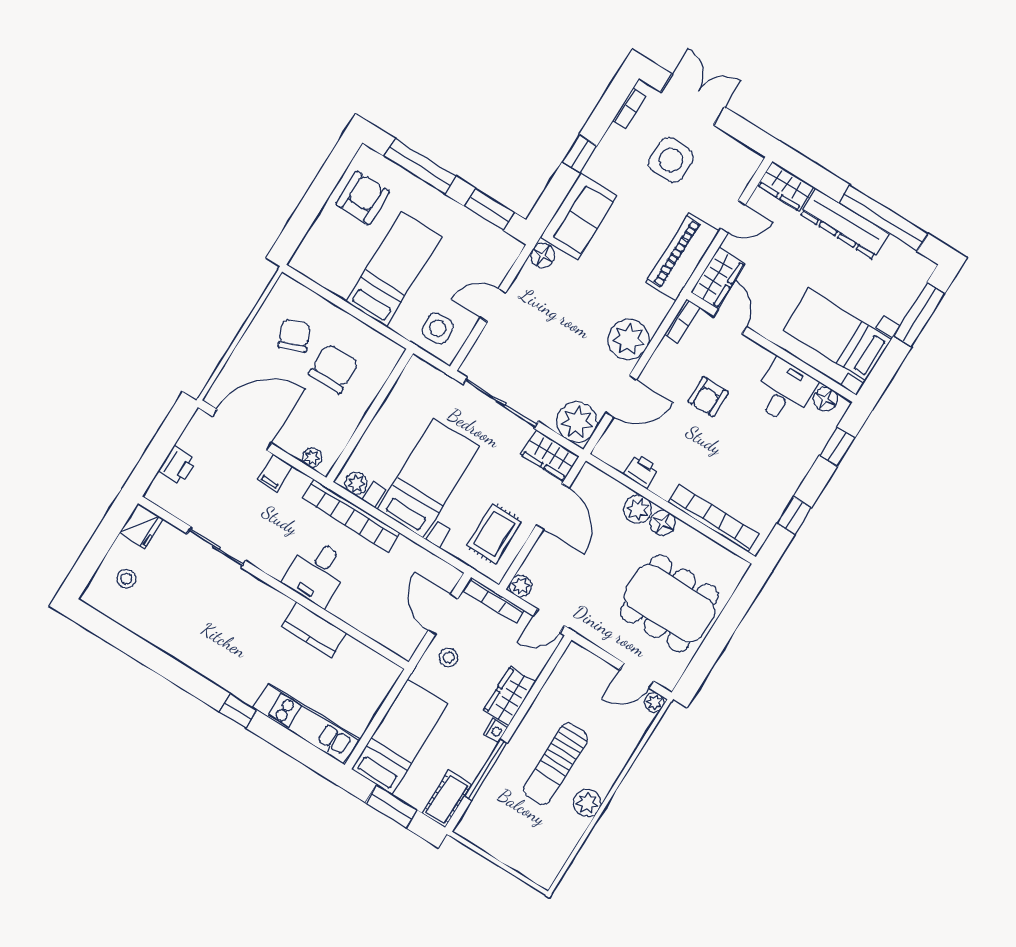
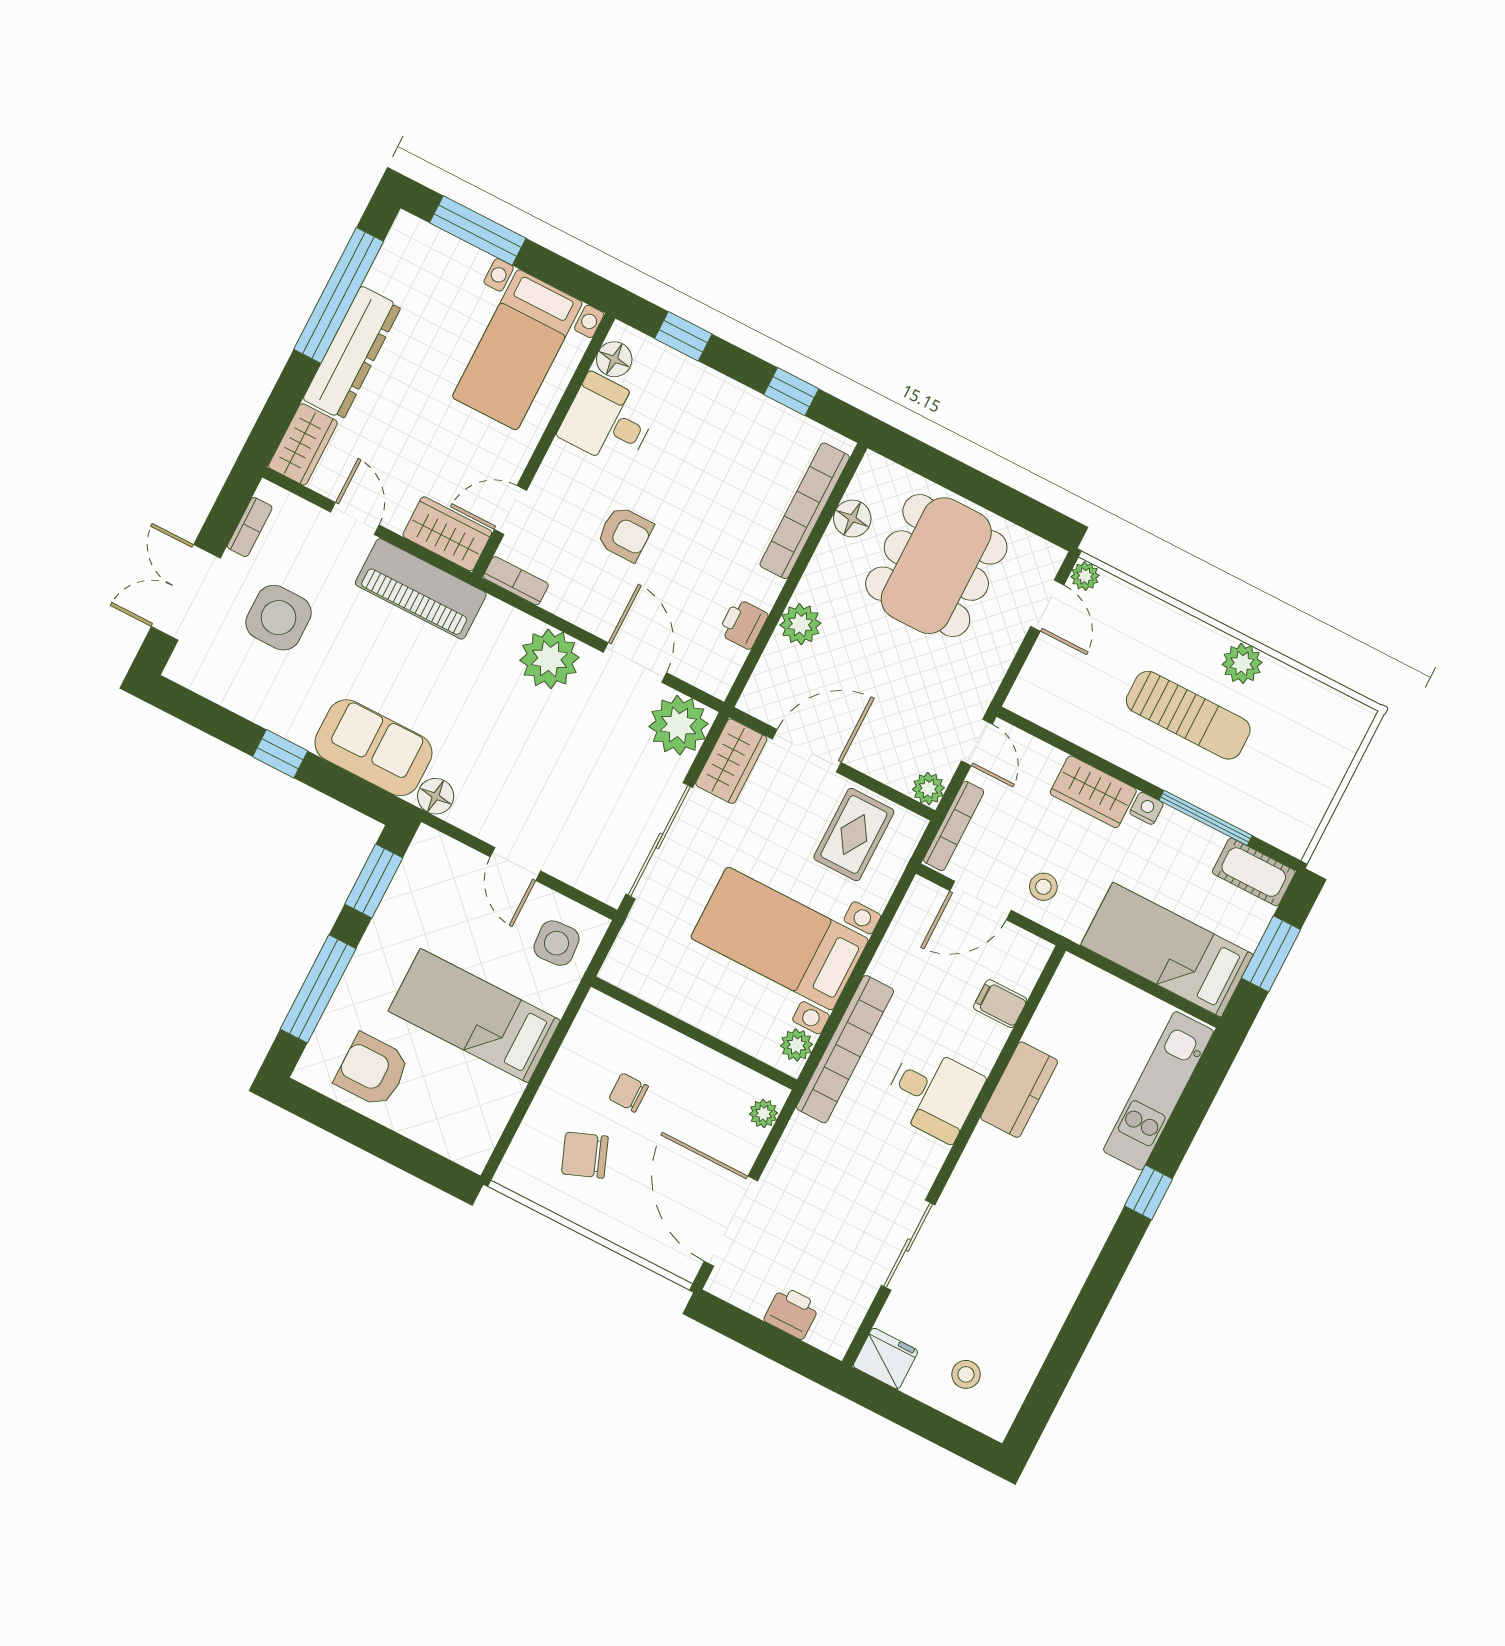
bookcase: (629, 108) -> (250, 527), moved, turned 90
chair: (334, 368) -> (629, 1093), width x0.54, depth x0.54
filing cabinet: (275, 473) -> (1000, 1004), moved, turned 180
floor lamp: (663, 523) -> (852, 518), moved
rug: (494, 533) -> (854, 835), turned 90

